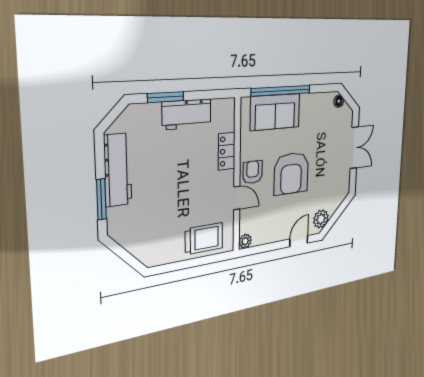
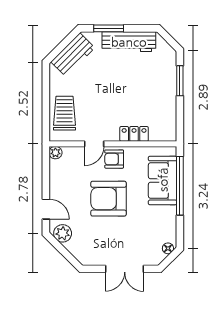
workbench: (187, 114) -> (73, 55), moved, turned -135
armchair: (253, 172) -> (114, 159), turned 180
trolley: (204, 239) -> (64, 113), turned 180

